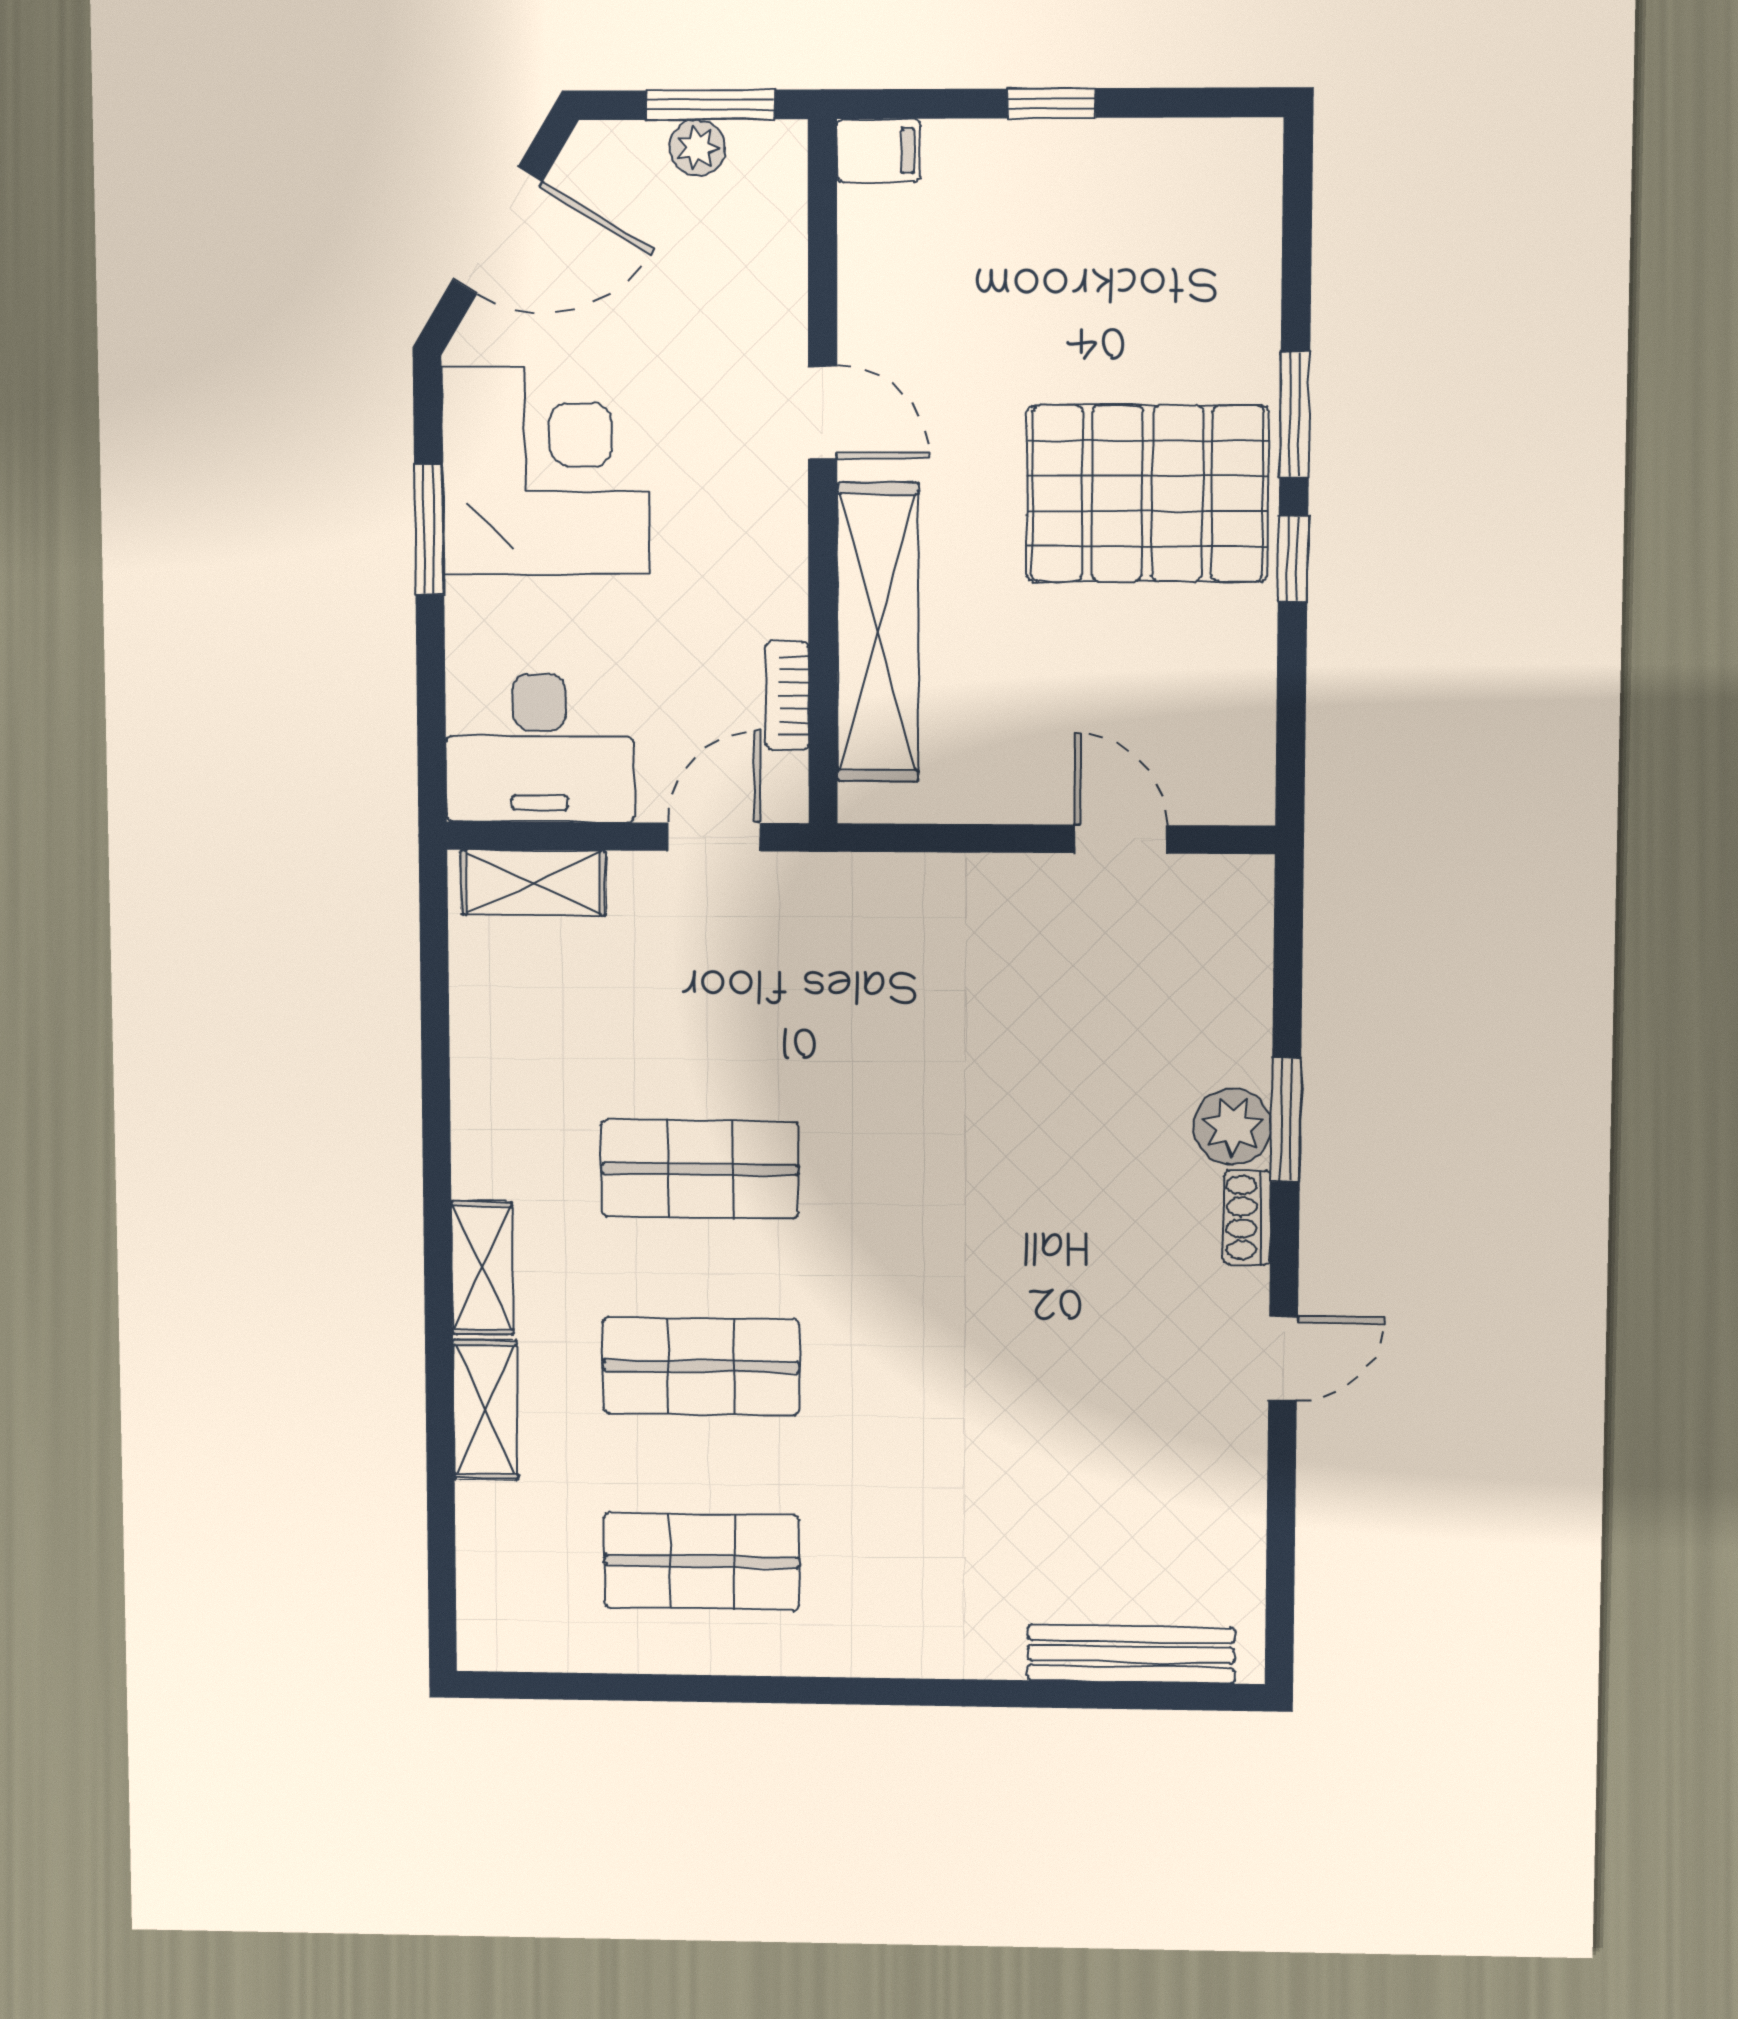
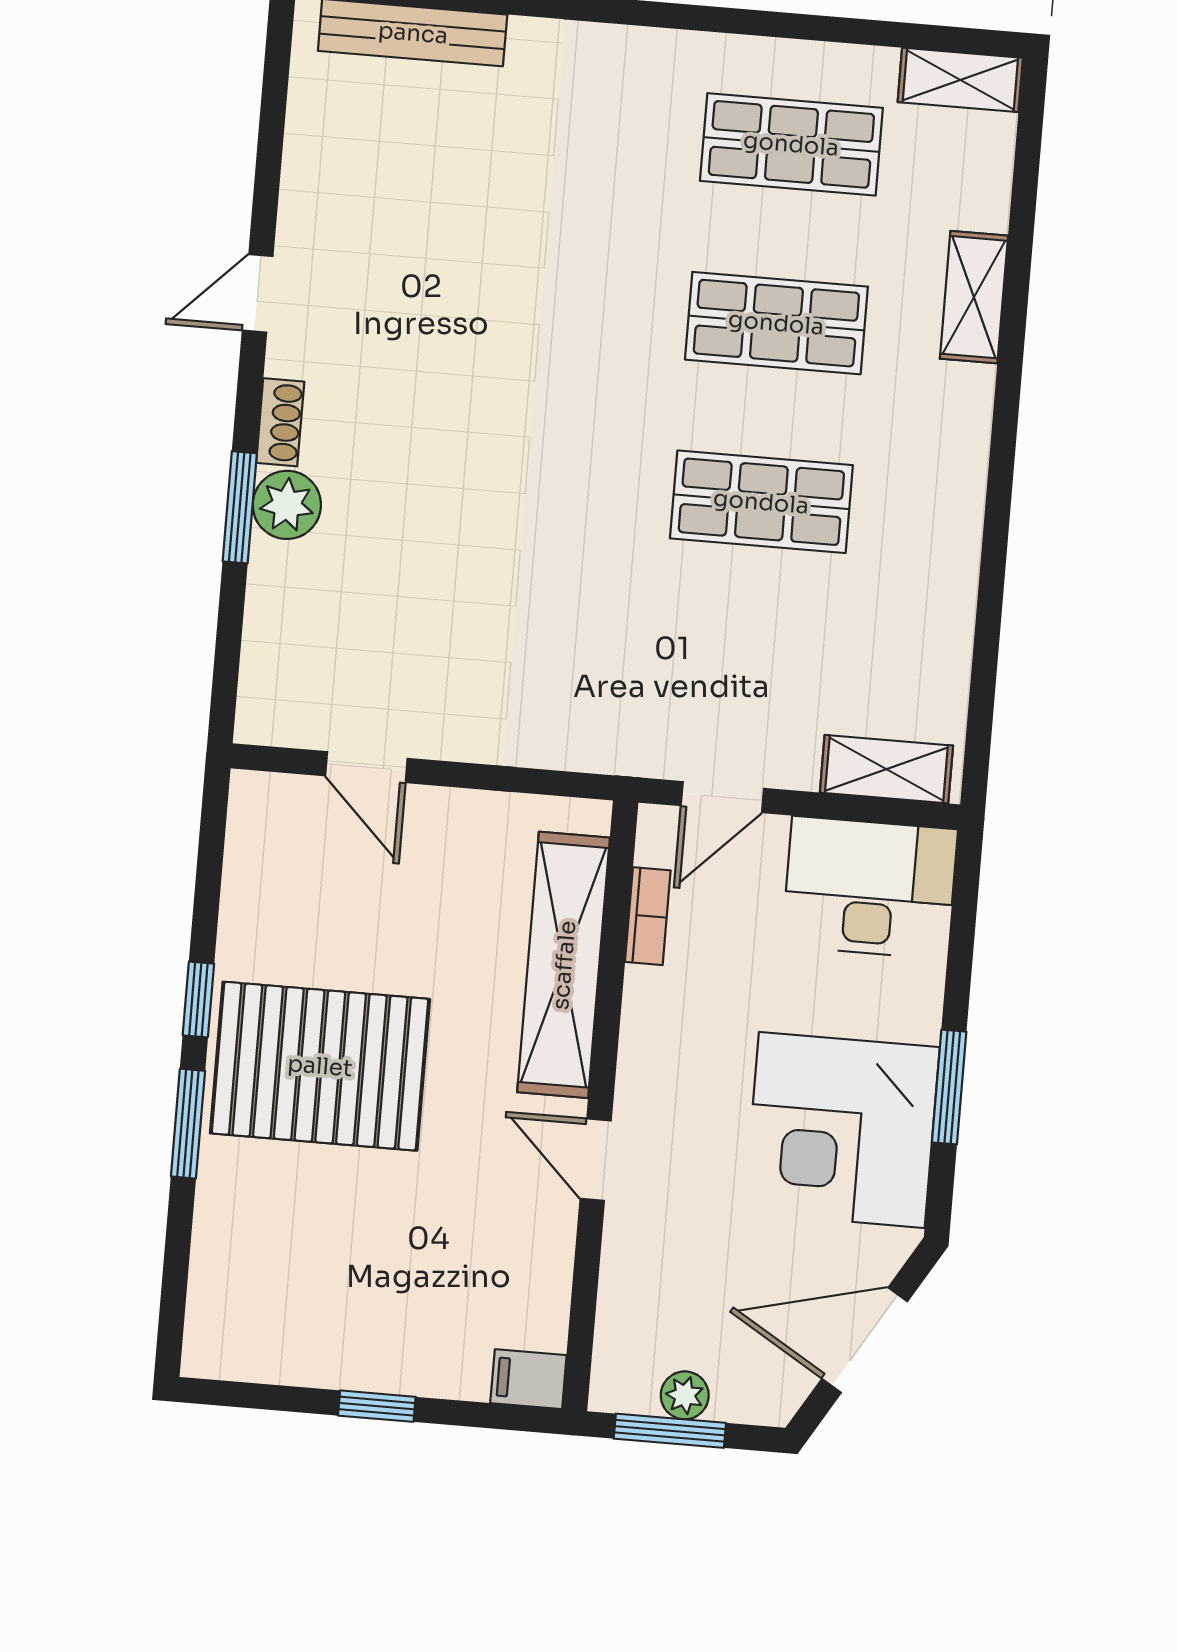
shelving: (482, 1268) -> (960, 80), moved, turned 90

